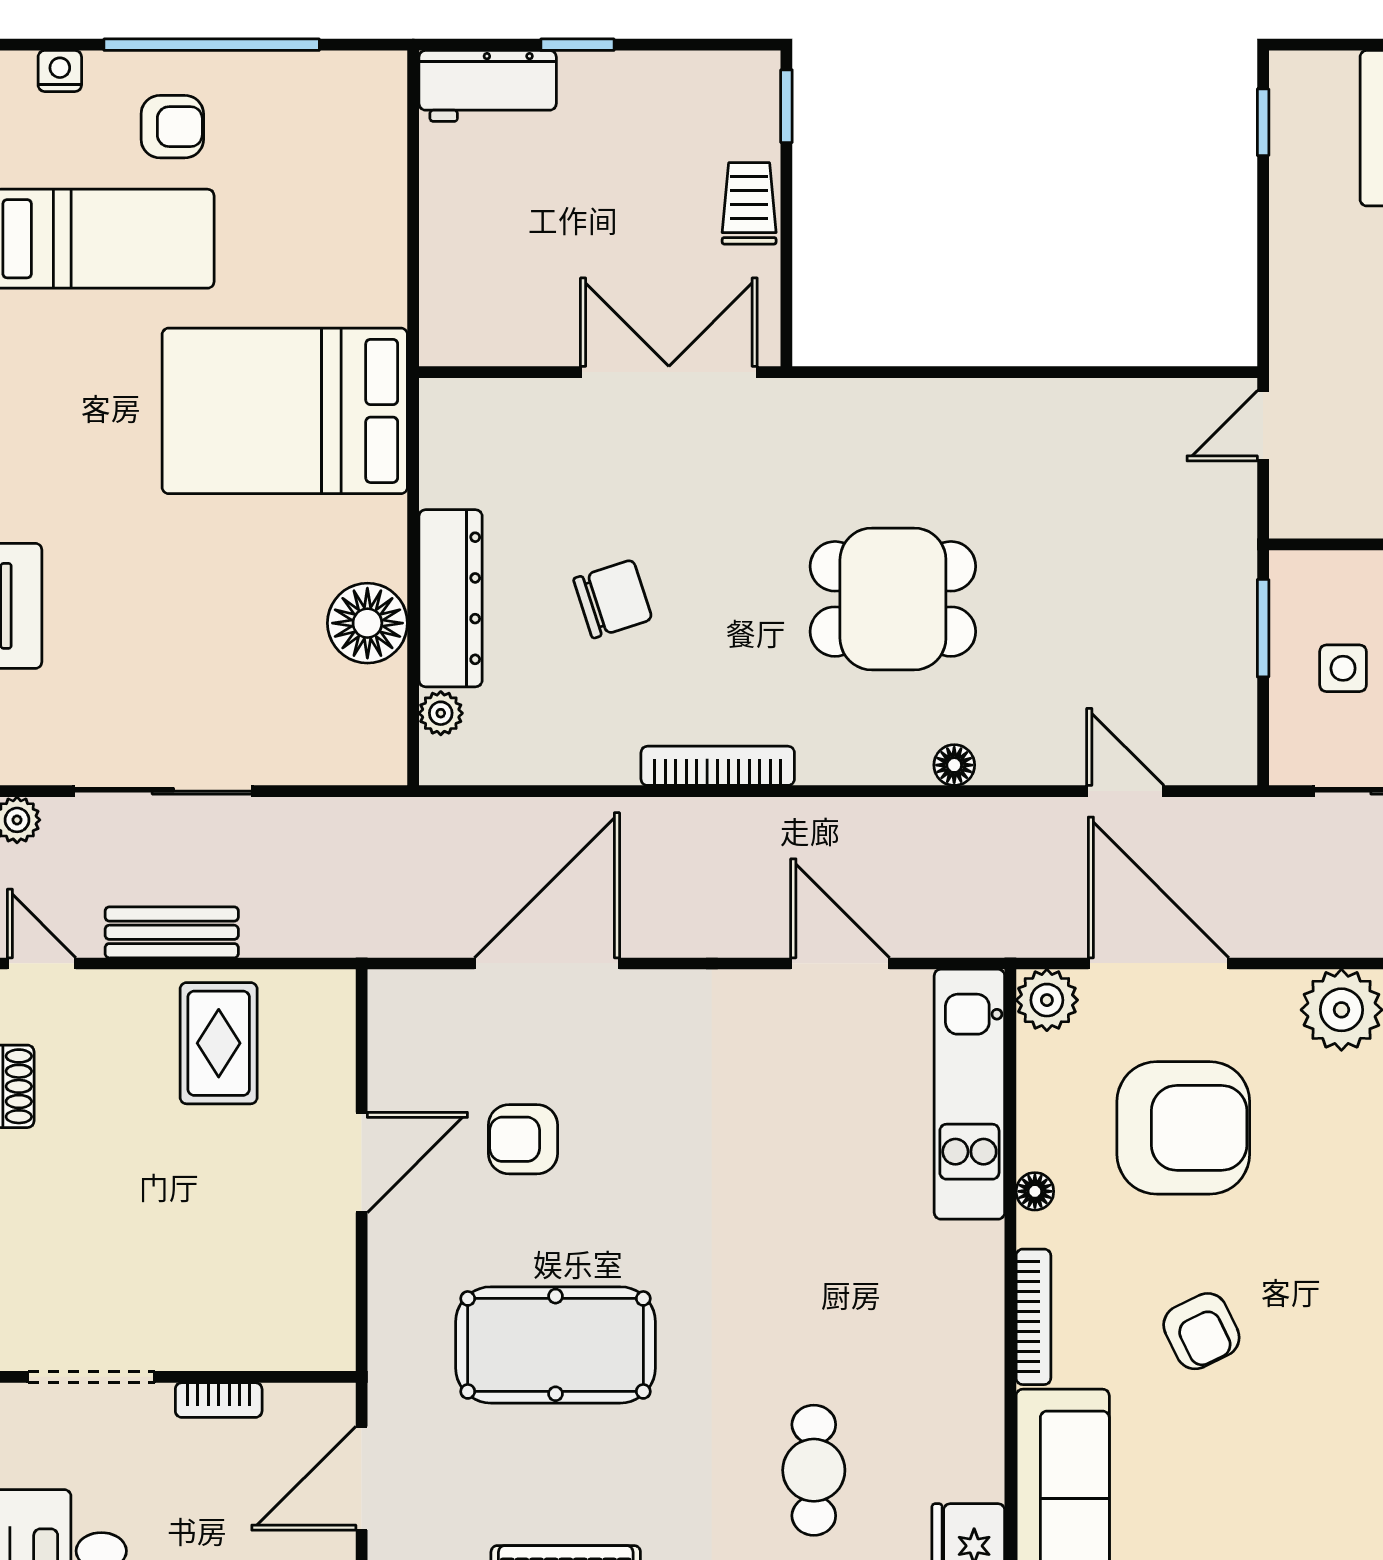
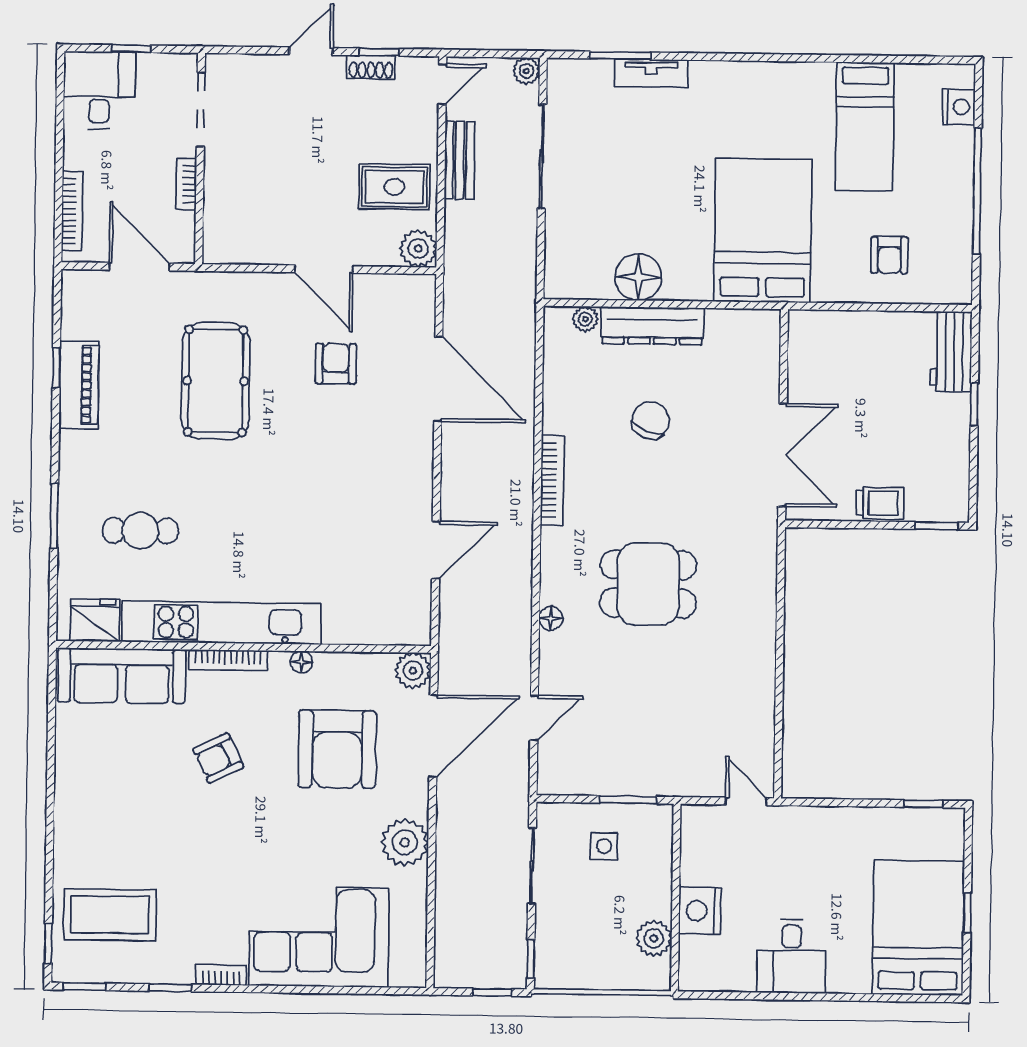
nightstand: (60, 71) -> (959, 107), width x1.39, depth x1.35
armchair: (172, 127) -> (889, 255), moved
chair: (613, 599) -> (651, 420), turned -140
dining table: (893, 599) -> (648, 584), turned 90
plant: (324, 1001) -> (418, 249), added
kitchen unit: (969, 1094) -> (222, 623), moved, width x1.36

